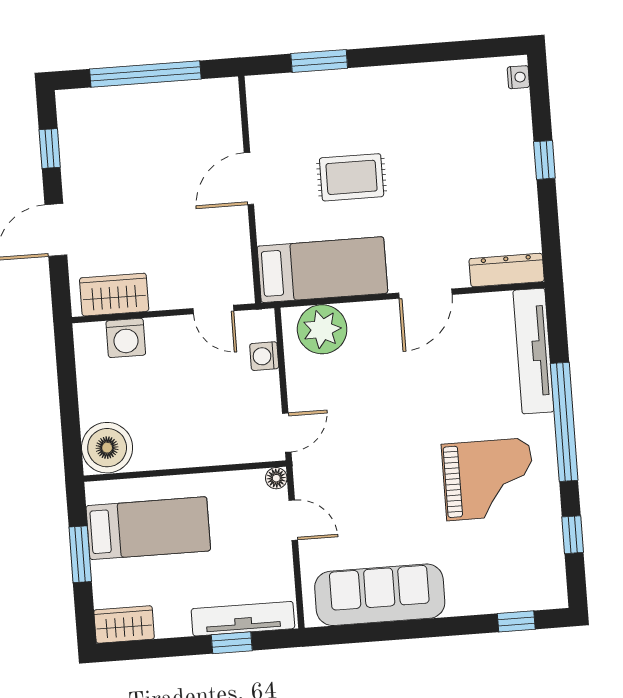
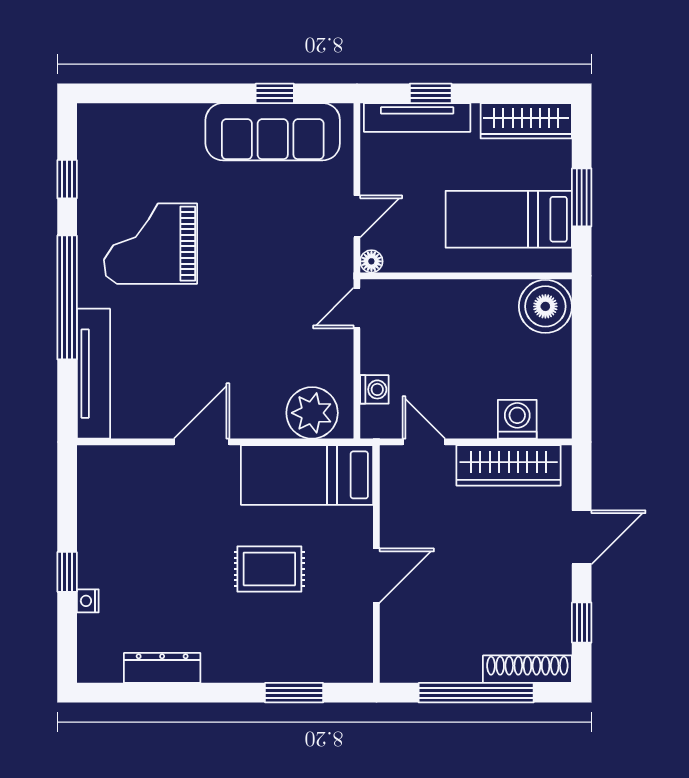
nightstand: (518, 77) -> (88, 601), moved
shoe rack: (98, 100) -> (527, 669), added
dresser: (507, 270) -> (162, 668), moved, turned 180
wardrobe: (114, 295) -> (509, 465), width x1.50
door: (293, 520) -> (357, 216), swing flipped
window: (516, 621) -> (275, 93), moved
wardrobe: (124, 624) -> (526, 121), width x1.50

